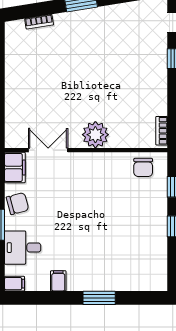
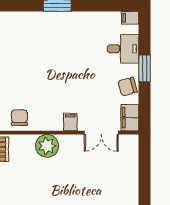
plant: (95, 135) -> (47, 146), moved
filing cabinet: (58, 281) -> (70, 122), moved, turned 180

